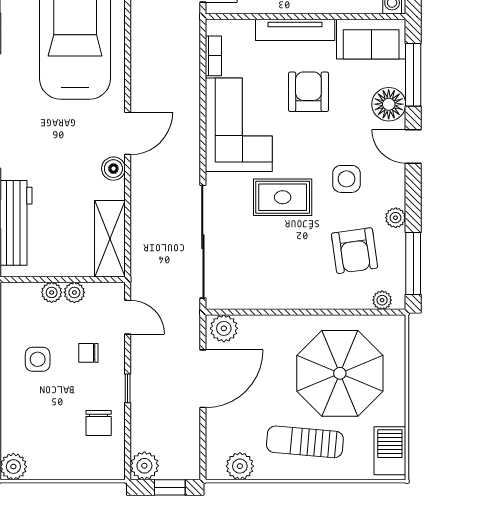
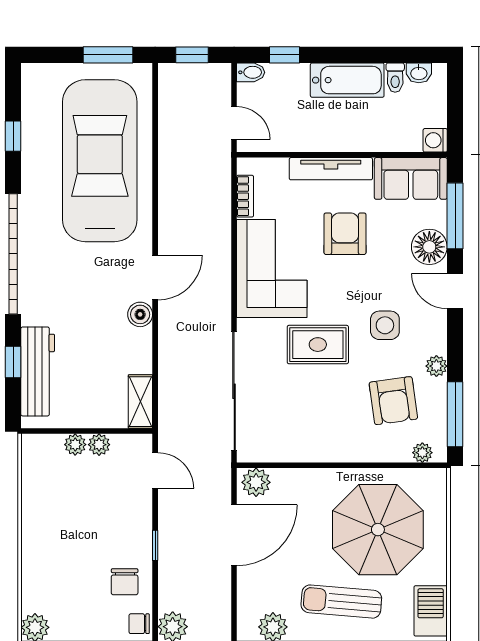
shelving: (110, 239) -> (140, 402), width x0.67, depth x0.75
chair: (88, 353) -> (139, 624), moved
side table: (38, 359) -> (60, 515), removed

